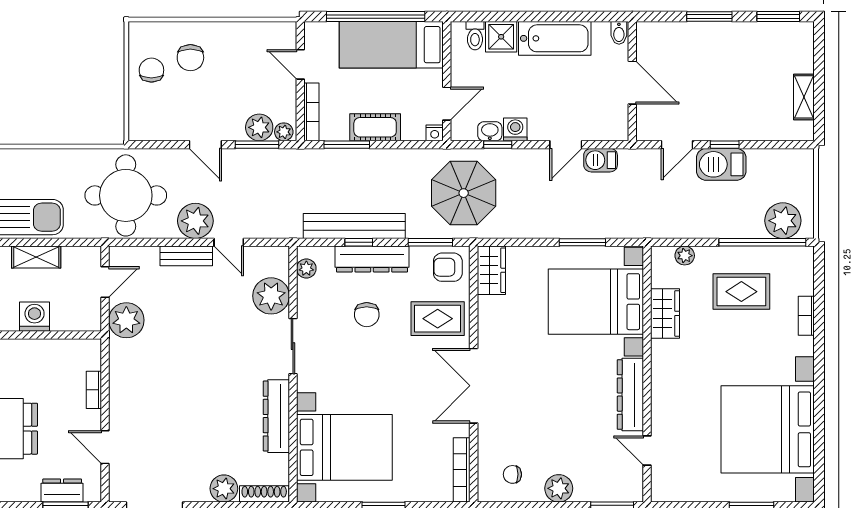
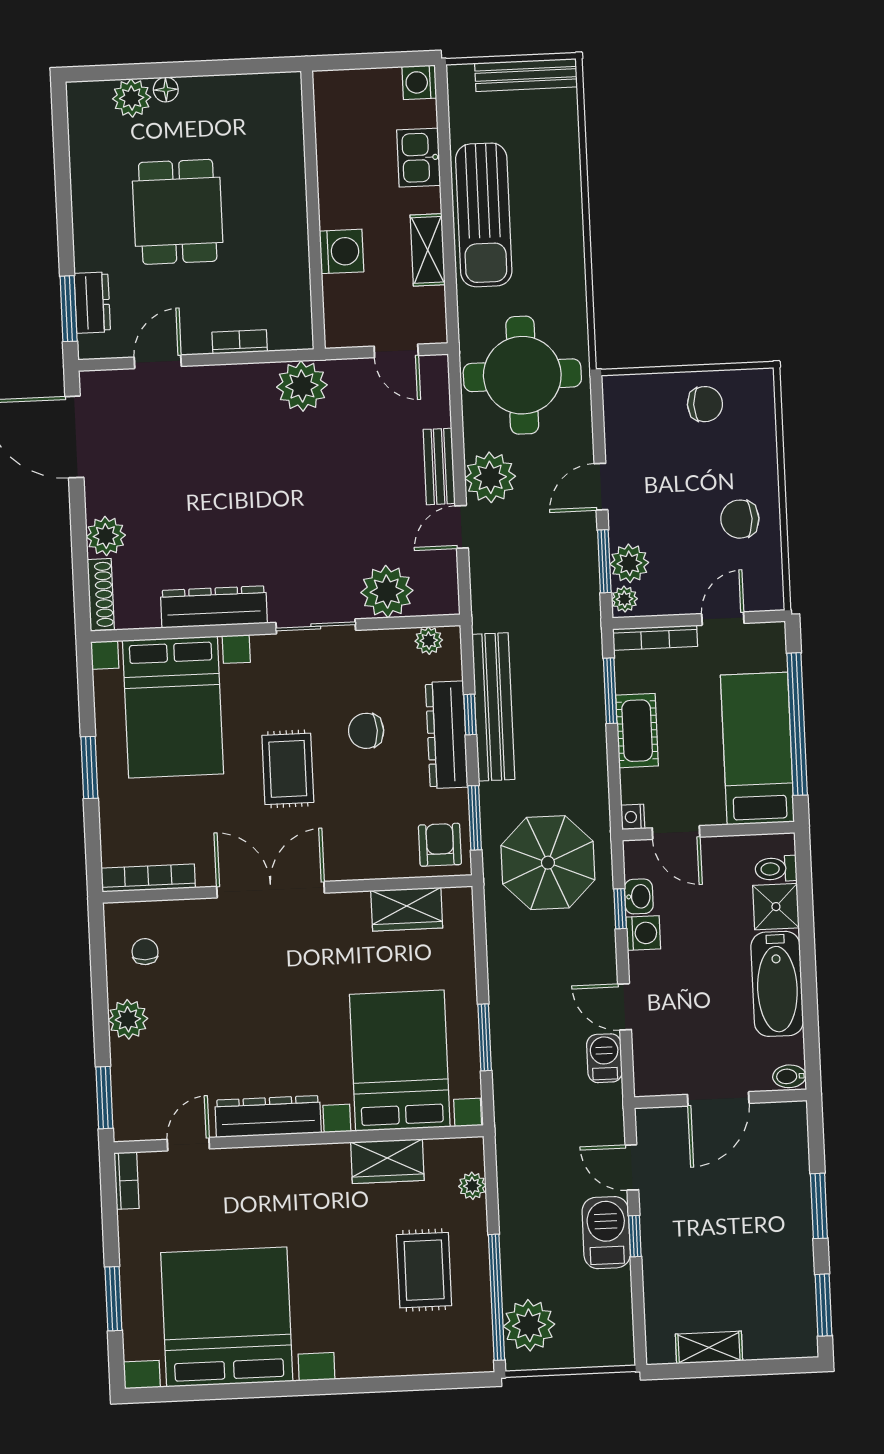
chair: (190, 58) -> (740, 519), moved
wardrobe: (491, 270) -> (407, 909), moved
bookcase: (806, 316) -> (127, 1181), moved, turned 90
rug: (438, 319) -> (288, 769), moved
plant: (126, 320) -> (302, 386), moved

